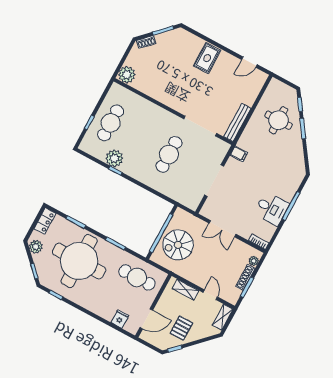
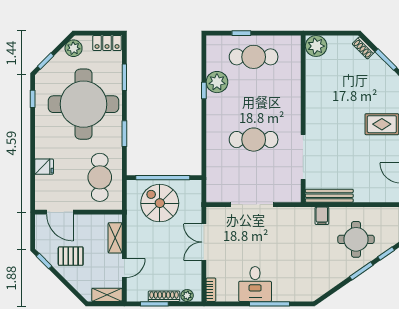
filing cabinet: (239, 154) -> (322, 216), moved
fridge: (120, 319) -> (44, 167), moved

